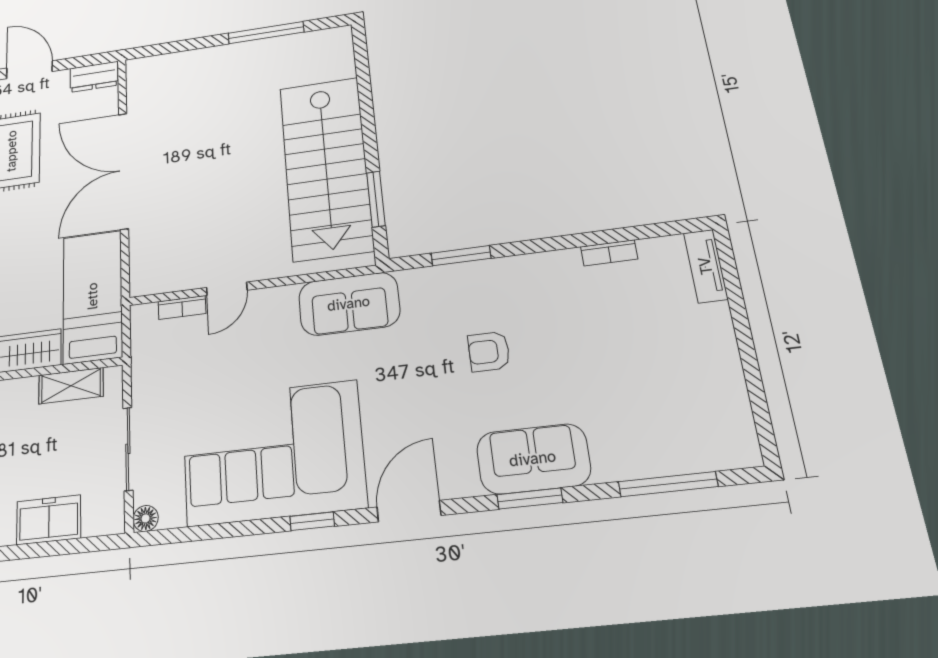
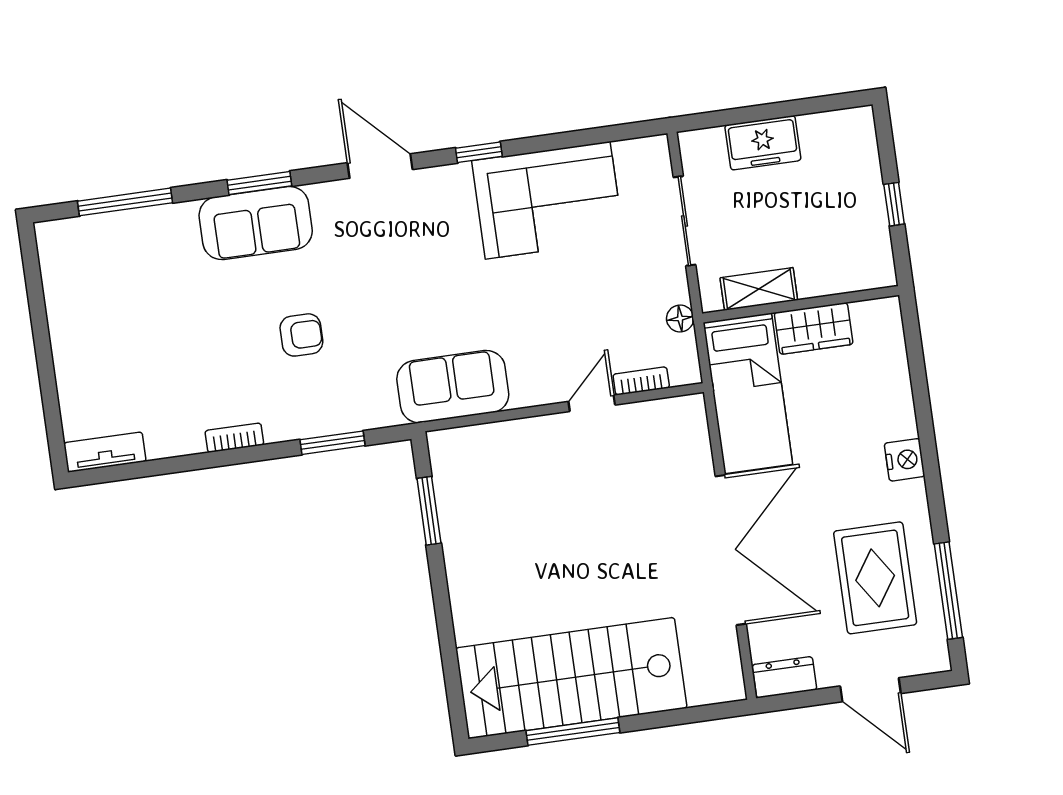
stairs: (326, 168) -> (571, 678), moved, turned -90
bookcase: (609, 253) -> (234, 438), moved
tv unit: (706, 266) -> (105, 452), moved, turned -90
corner sofa: (273, 453) -> (548, 200), width x0.73, depth x0.74
door: (409, 511) -> (380, 166), swing flipped
floor lamp: (146, 518) -> (680, 318), moved

